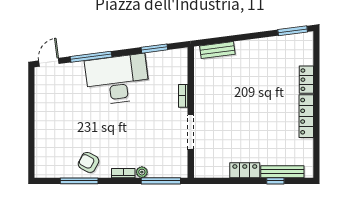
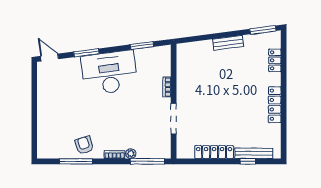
bench: (217, 50) -> (228, 43), moved
window: (91, 57) -> (86, 53), width x0.69
door: (49, 62) -> (49, 58), hinge flipped
locker: (306, 80) -> (275, 60), moved
armchair: (89, 162) -> (84, 145), turned 45
locker: (245, 170) -> (214, 152), width x1.53

